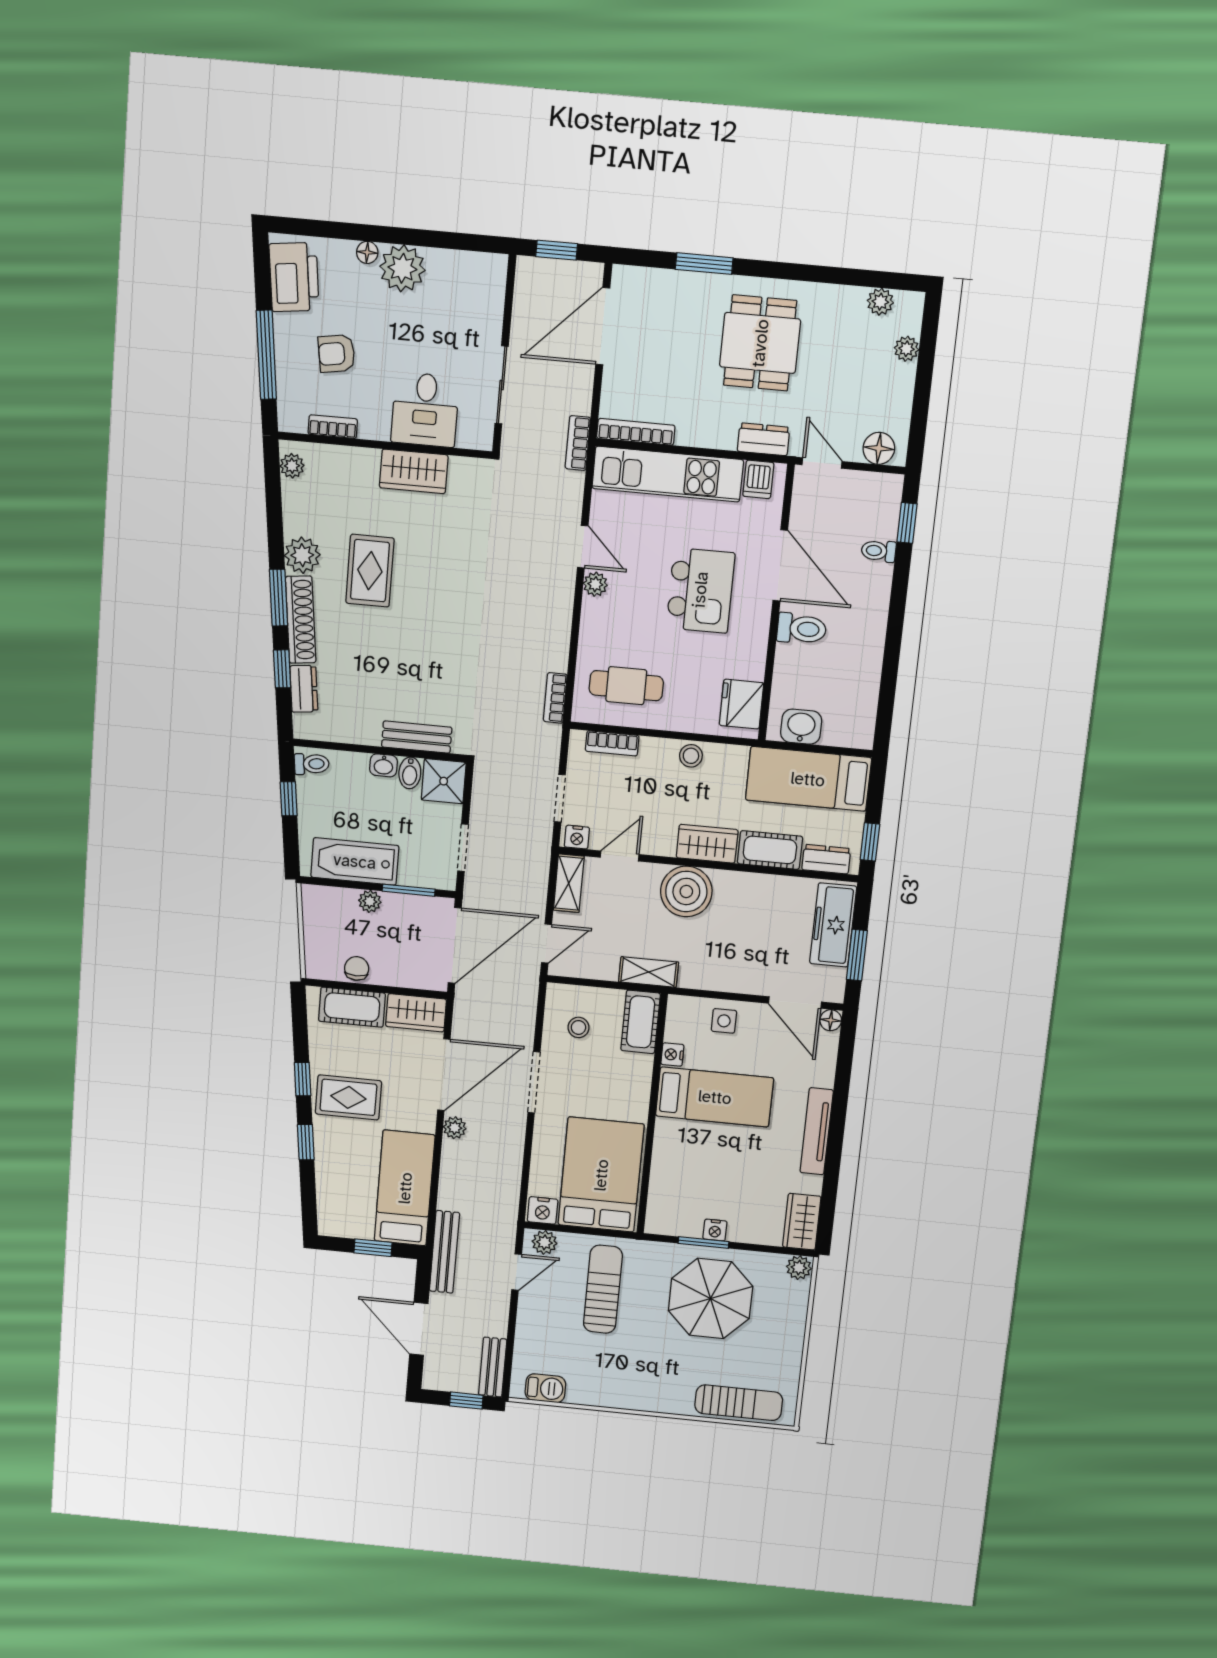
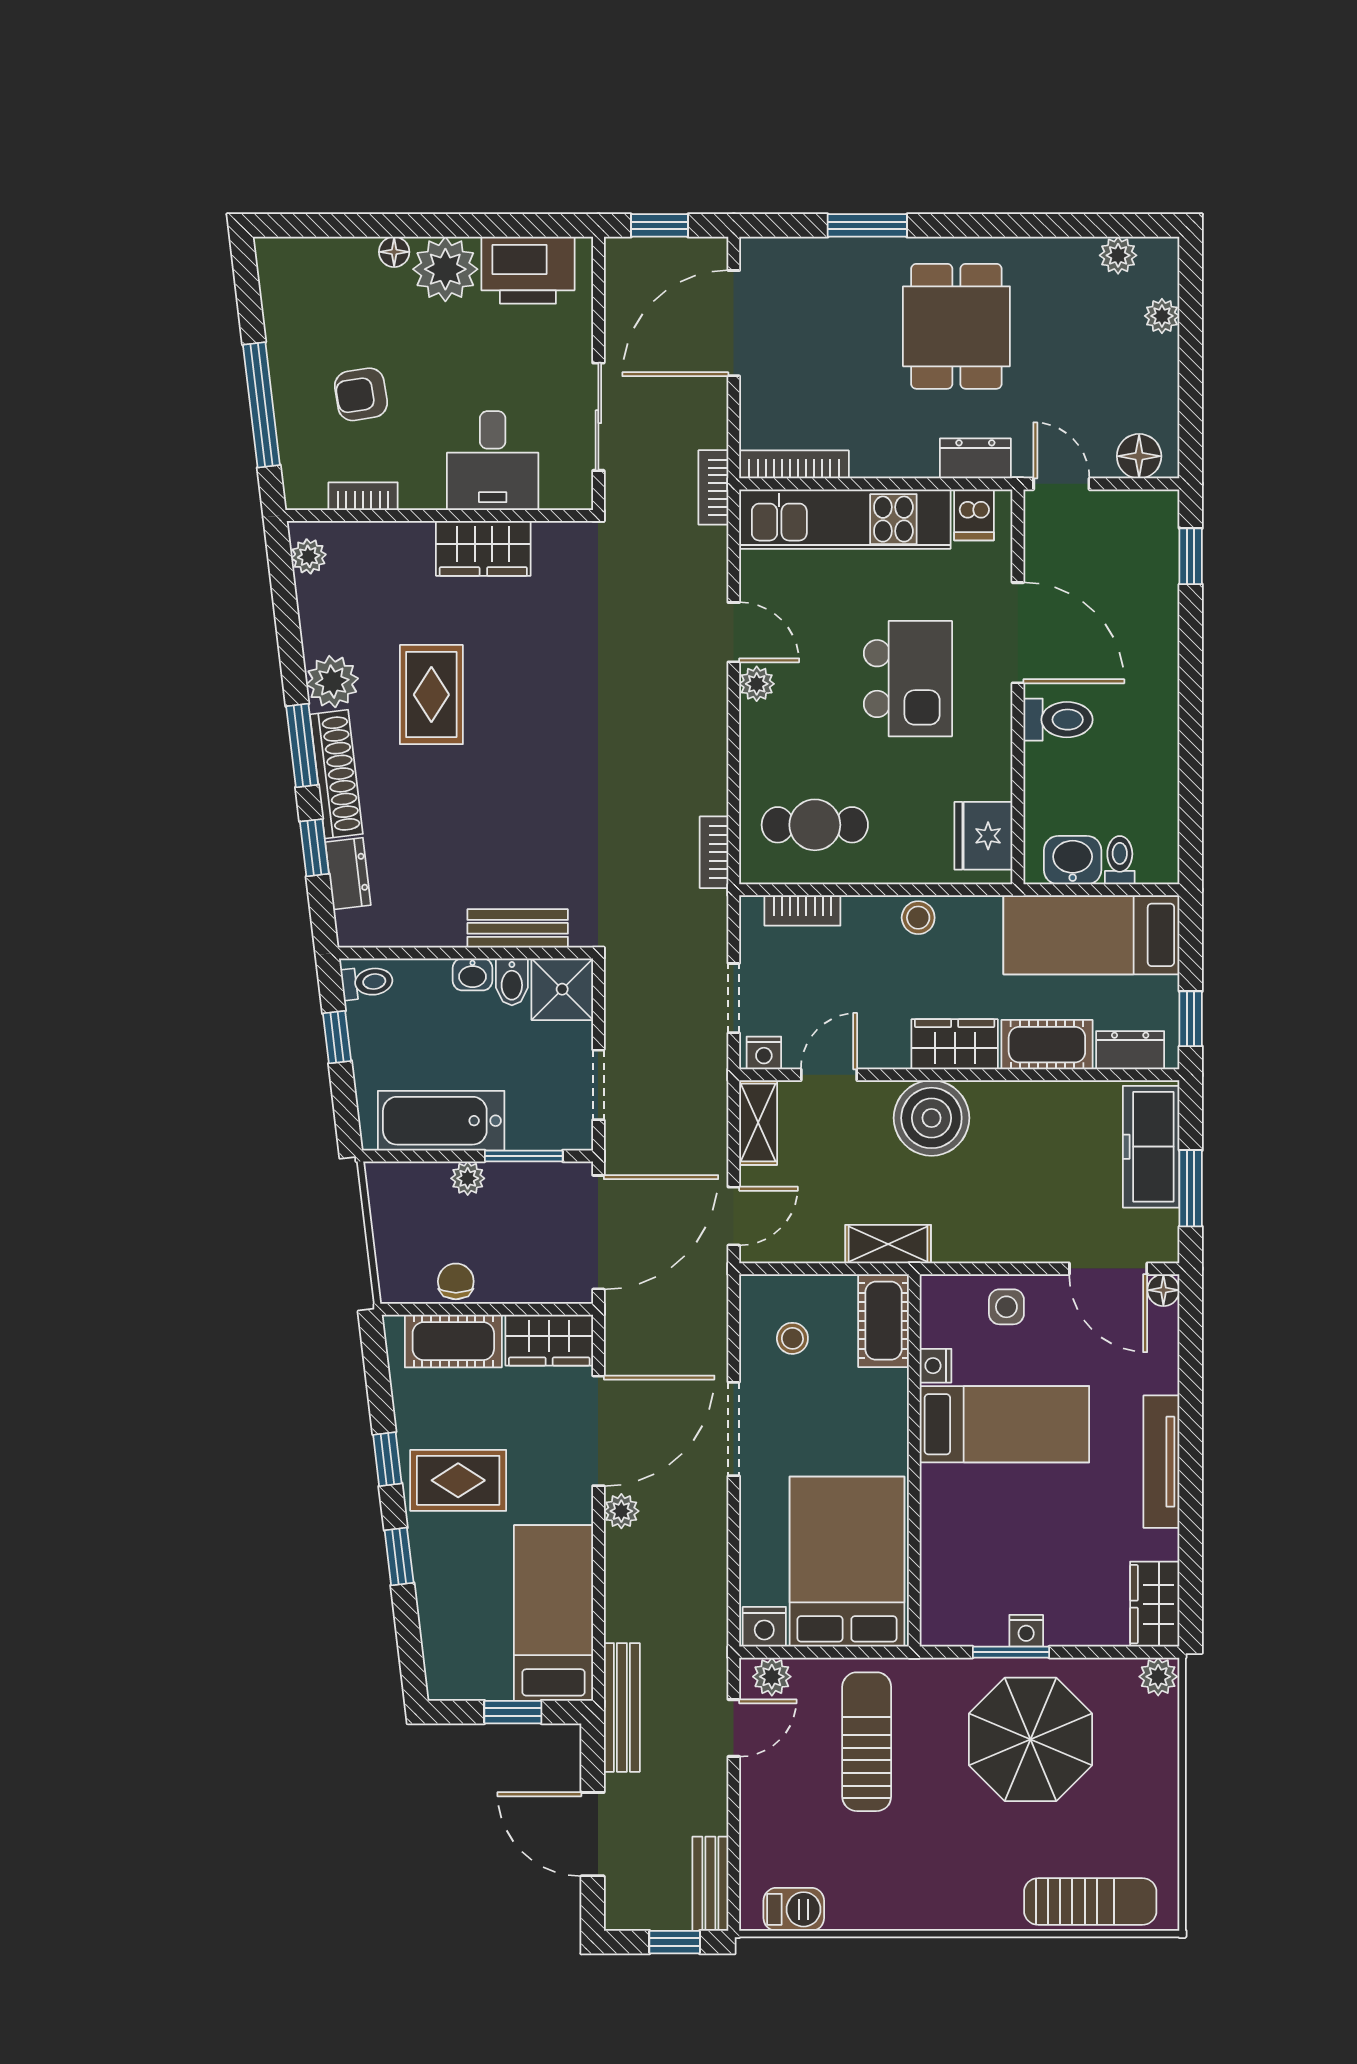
printer: (294, 277) -> (528, 270), moved, turned 97
toilet: (879, 551) -> (1120, 860), moved, turned 90

